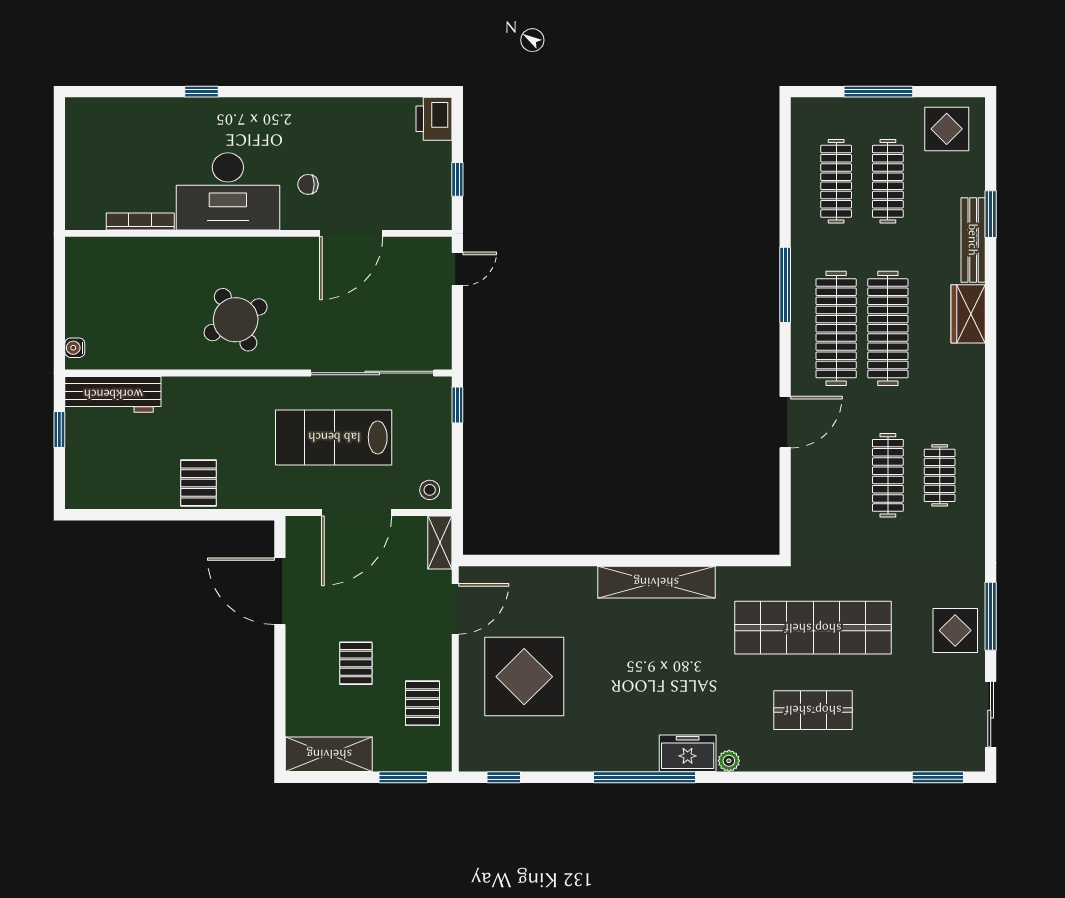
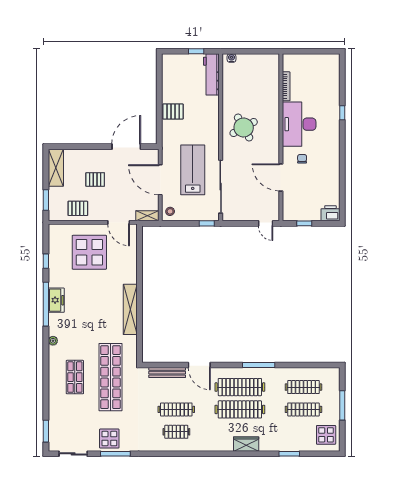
bench: (973, 240) -> (167, 373), moved
freezer: (688, 753) -> (56, 300), moved
window: (504, 777) -> (46, 261), moved

